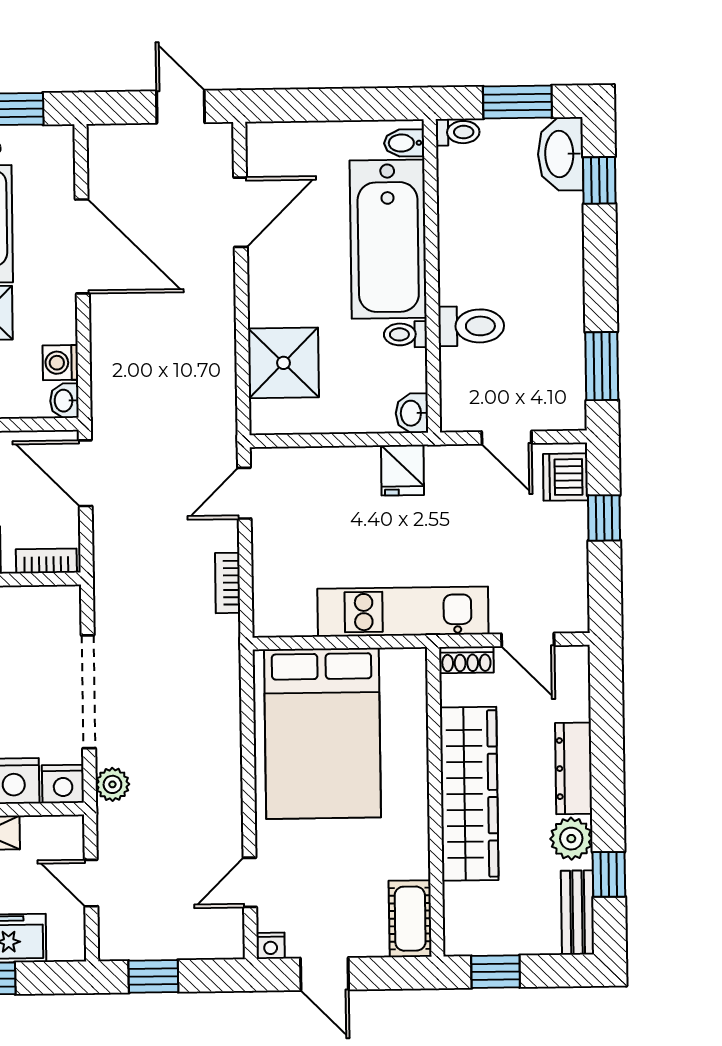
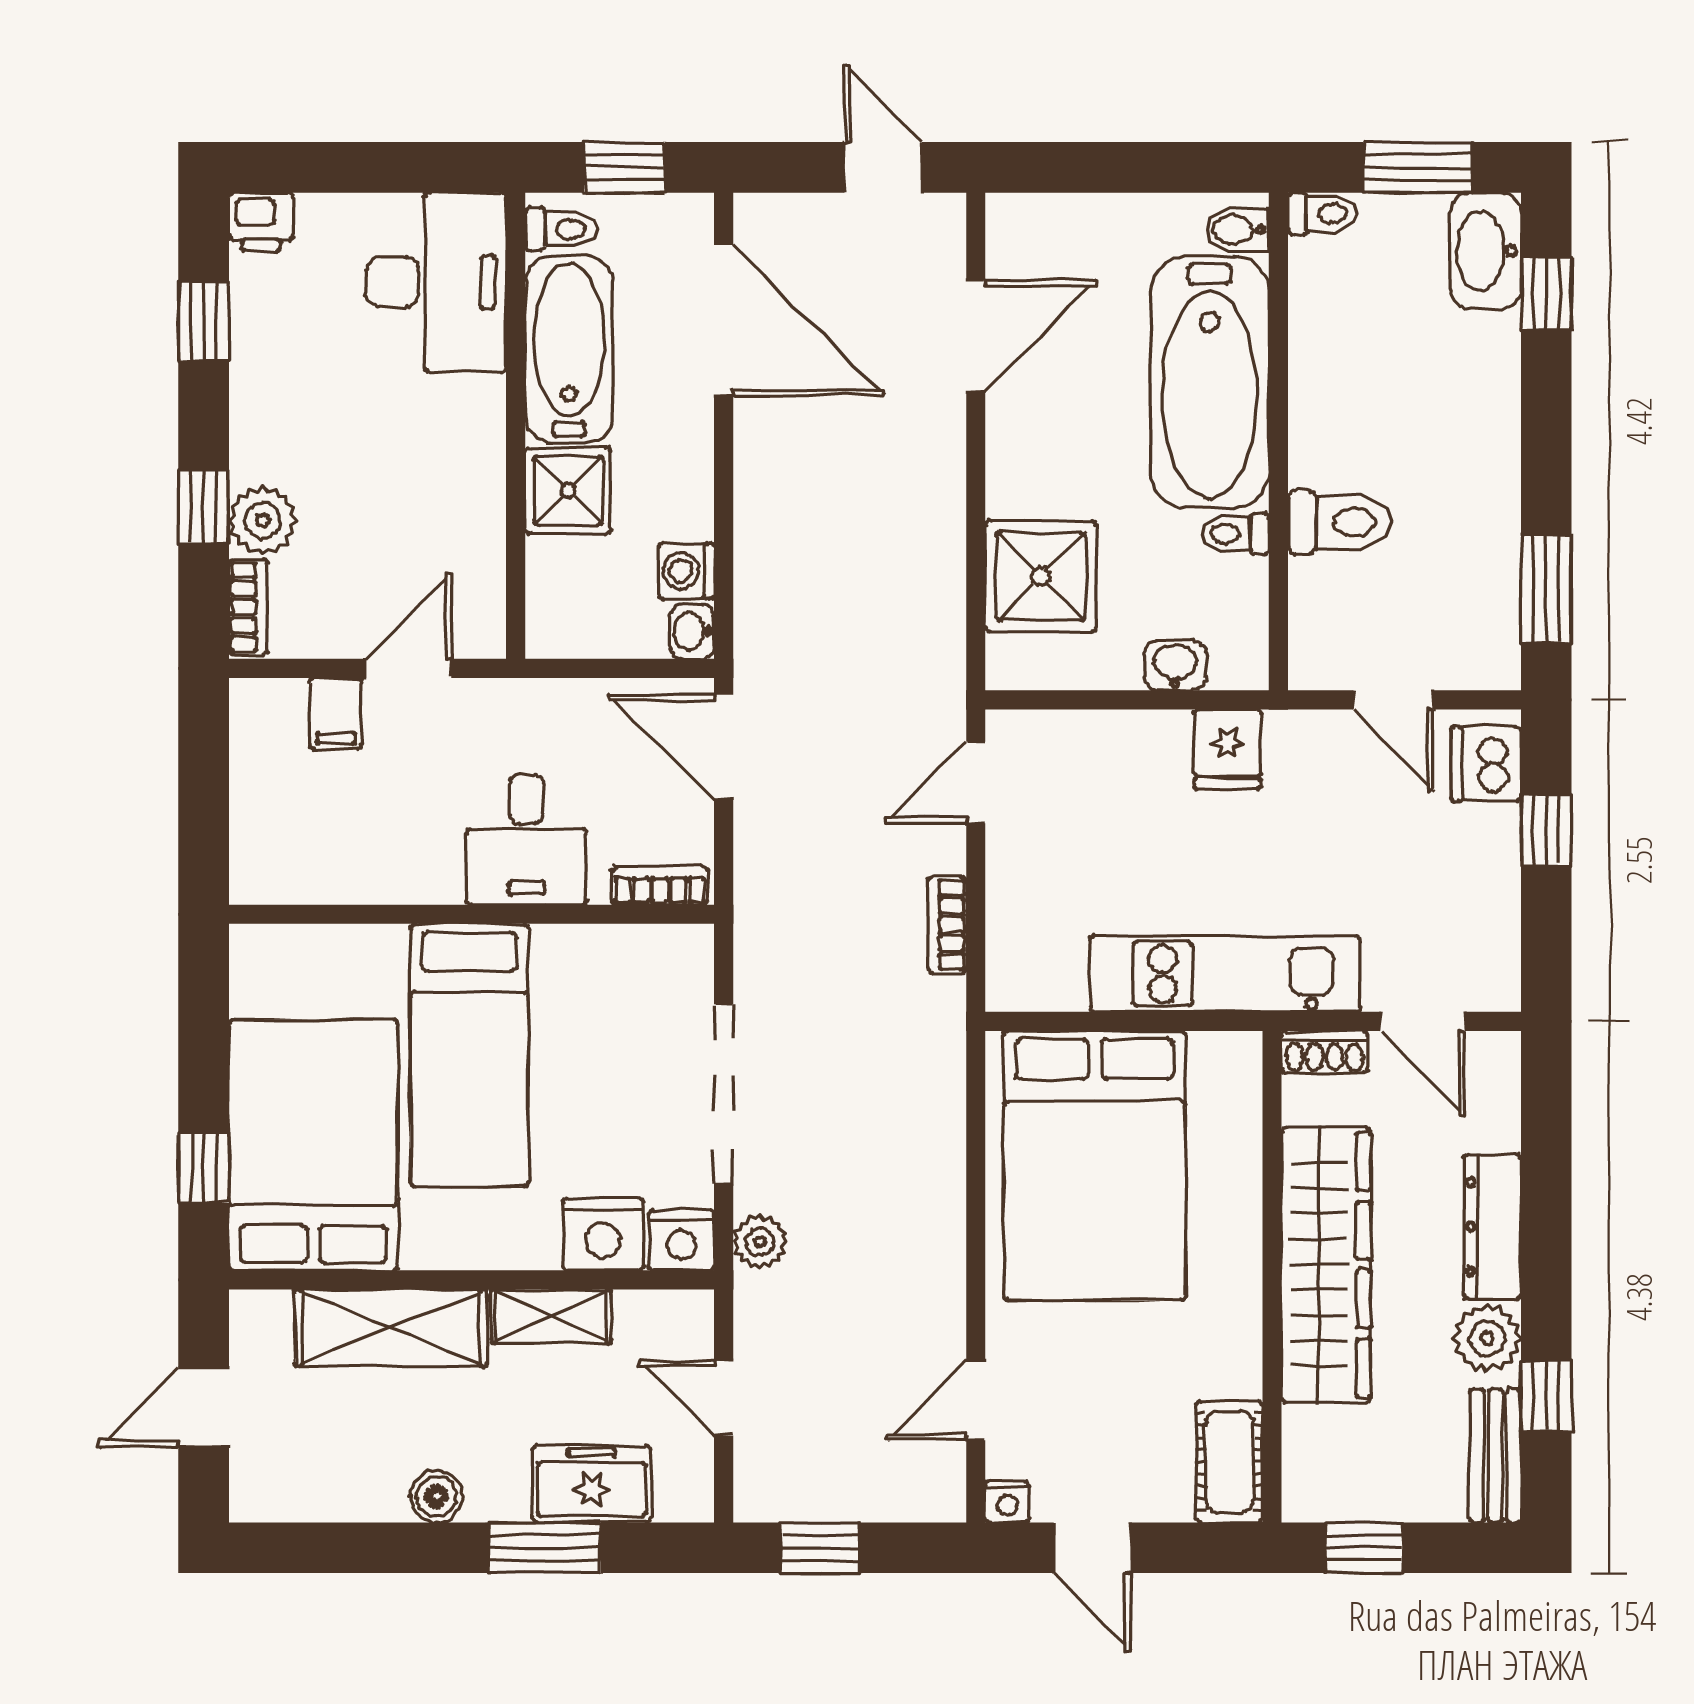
door: (82, 246) -> (724, 320), moved
washbasin: (412, 413) -> (1175, 665), moved, turned 90

